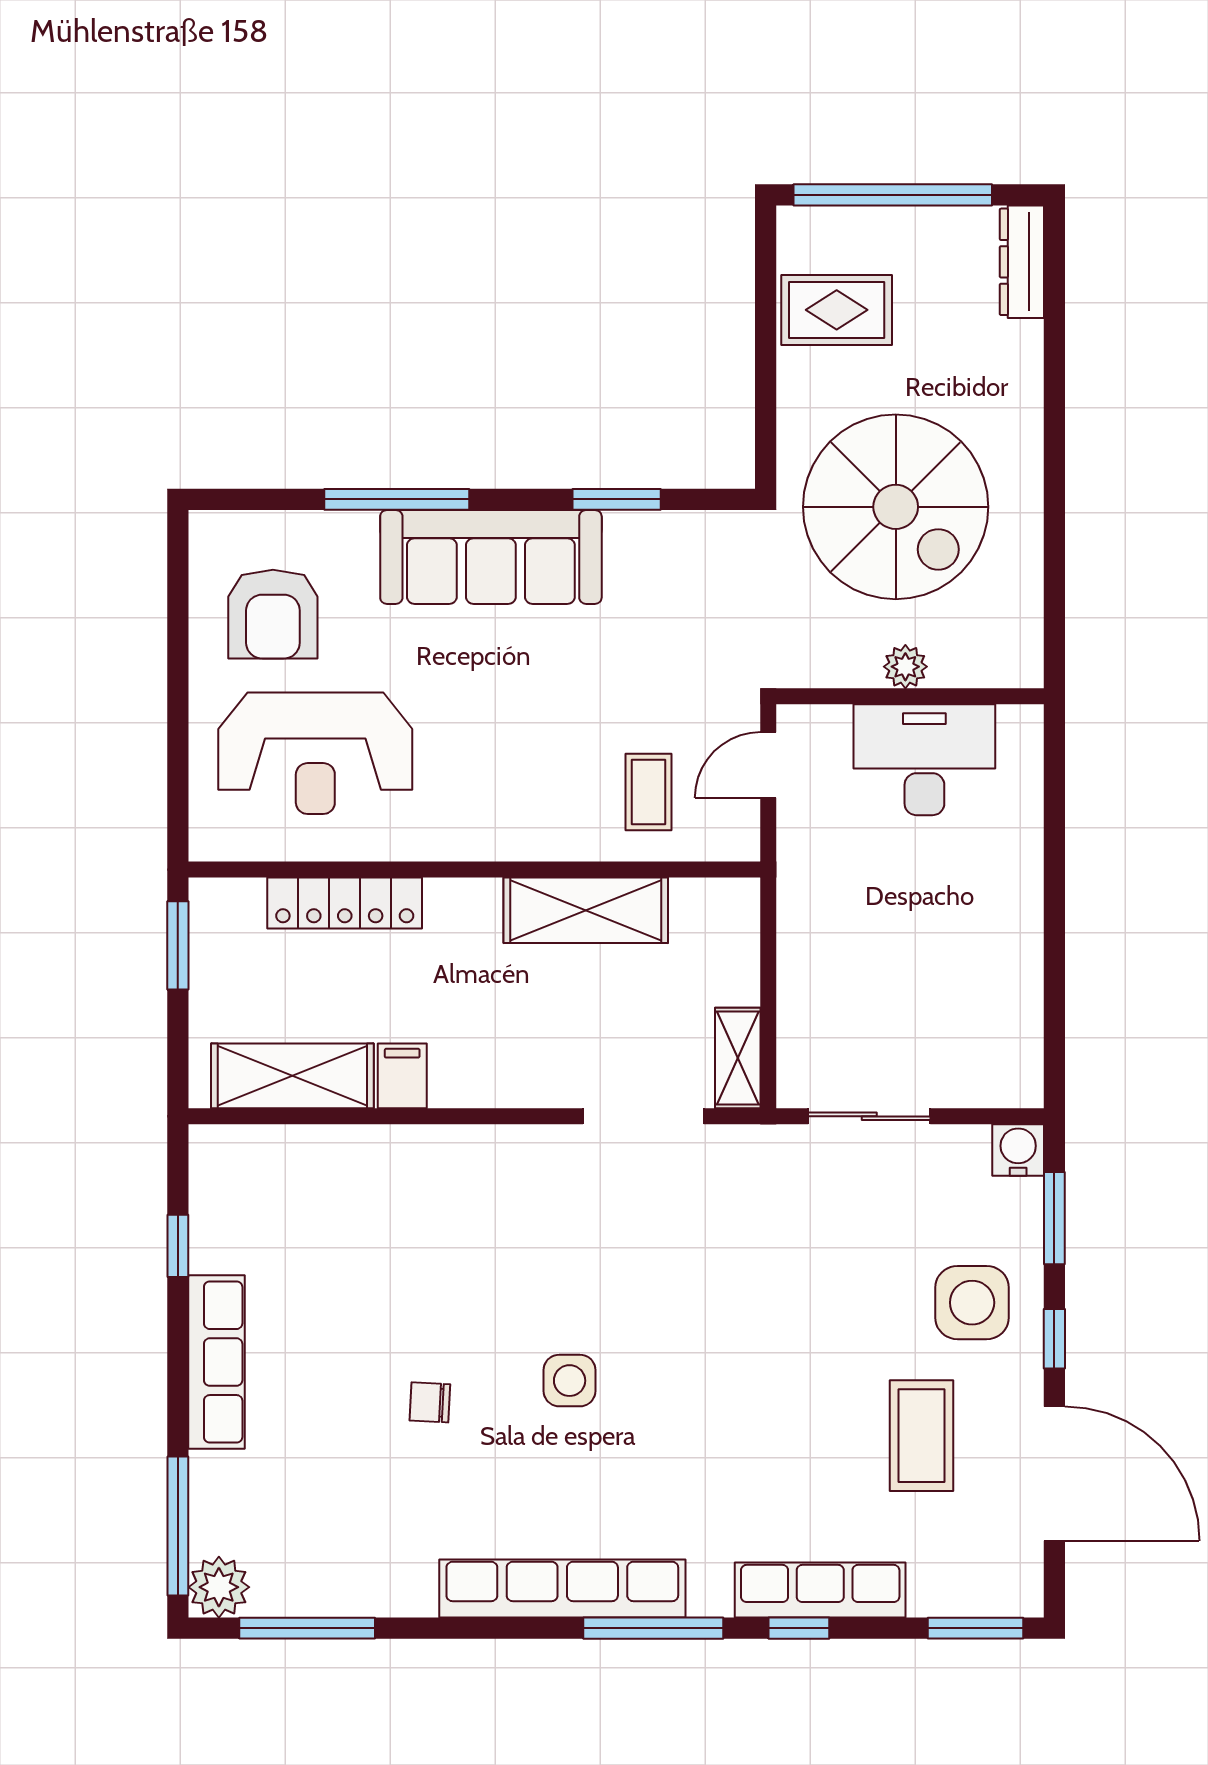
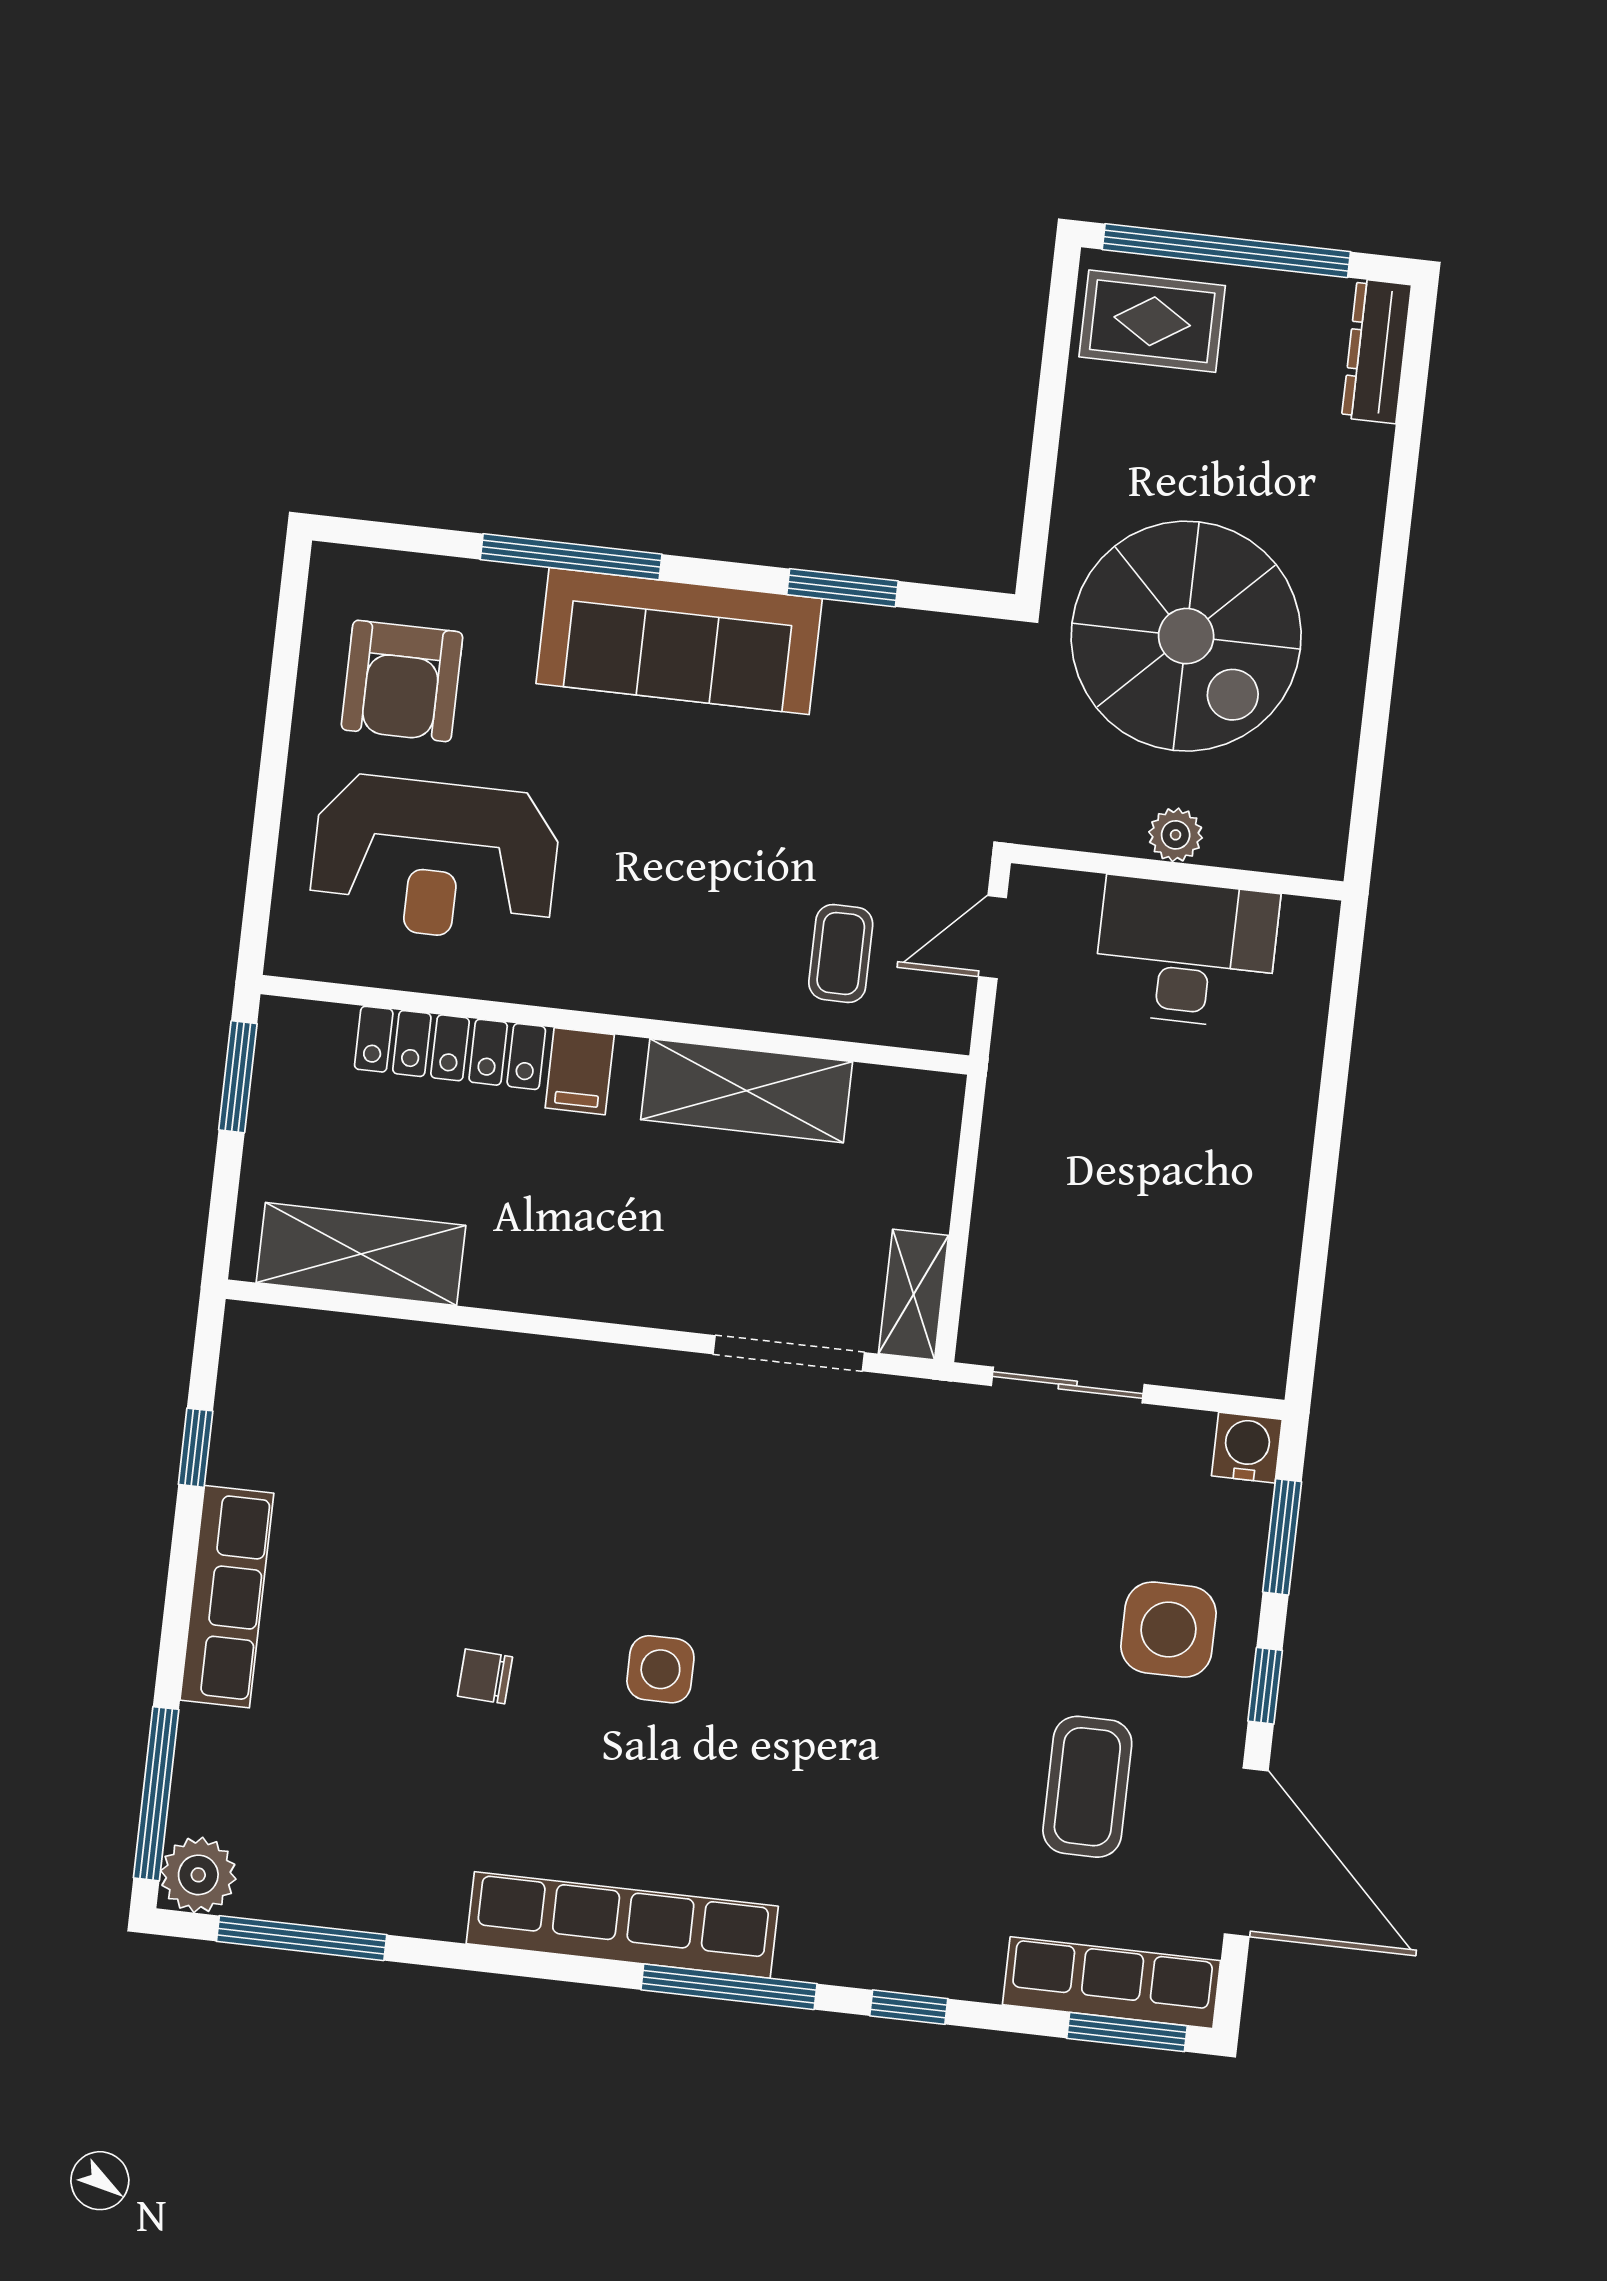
rug: (837, 310) -> (1152, 321), moved
filing cabinet: (402, 1076) -> (580, 1071), moved, turned 180
row of seats: (820, 1590) -> (1112, 1983), moved

